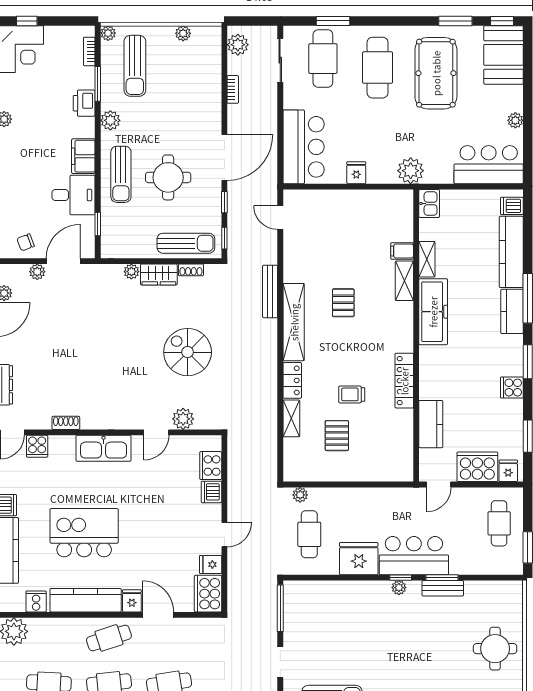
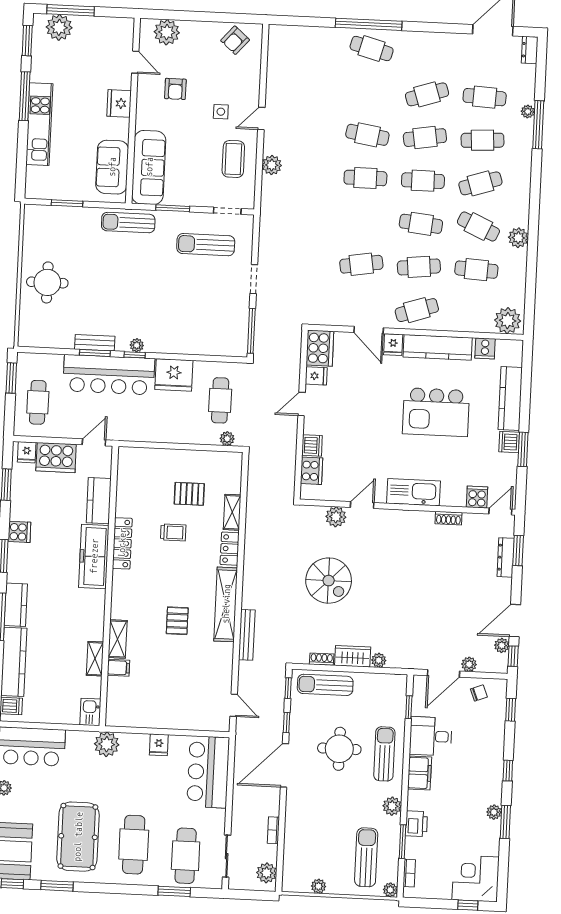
freezer: (433, 312) -> (94, 556), moved
pallet: (337, 436) -> (189, 494), turned 90
bar counter: (414, 556) -> (109, 375), width x1.36

